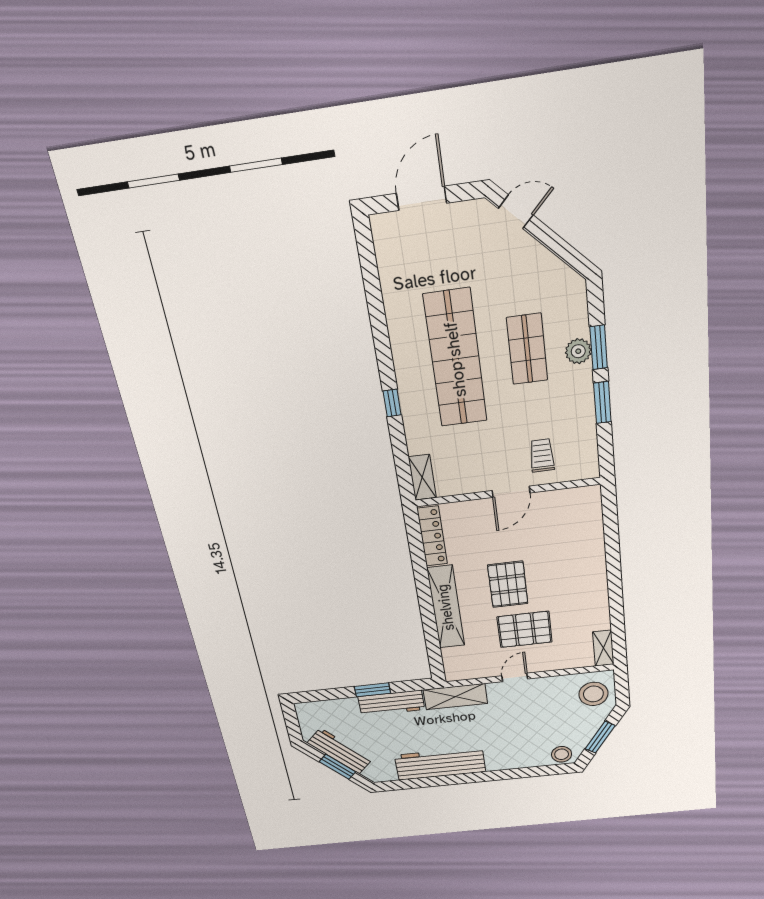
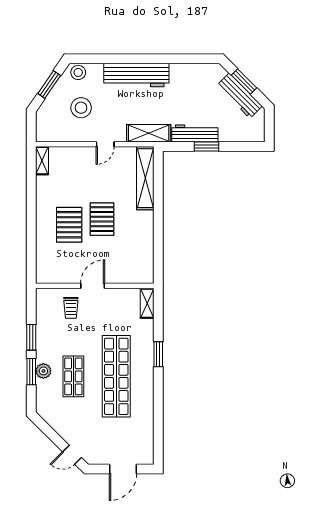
window: (392, 403) -> (158, 354), width x1.50
locker: (432, 536) -> (147, 261), removed
shelving: (446, 607) -> (145, 178), moved
pallet: (525, 629) -> (69, 225), moved, turned 90
stool: (593, 694) -> (81, 108), moved
workbench: (440, 763) -> (136, 75), moved

